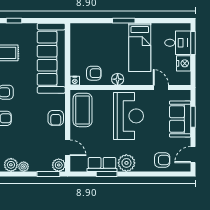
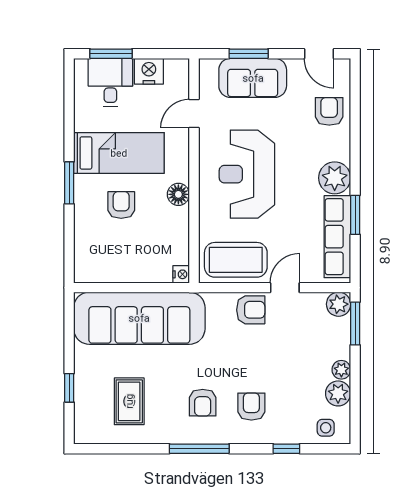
armchair: (94, 73) -> (121, 205), moved
reception desk: (128, 116) -> (247, 174), turned -90
door: (68, 148) -> (285, 288), moved
row of seats: (102, 164) -> (337, 237), width x1.48

